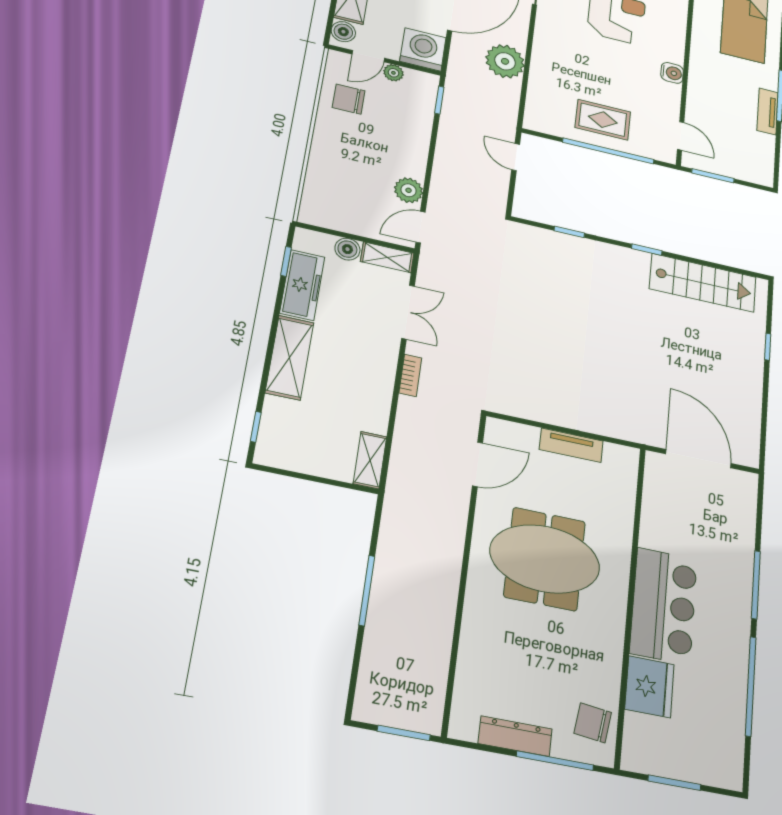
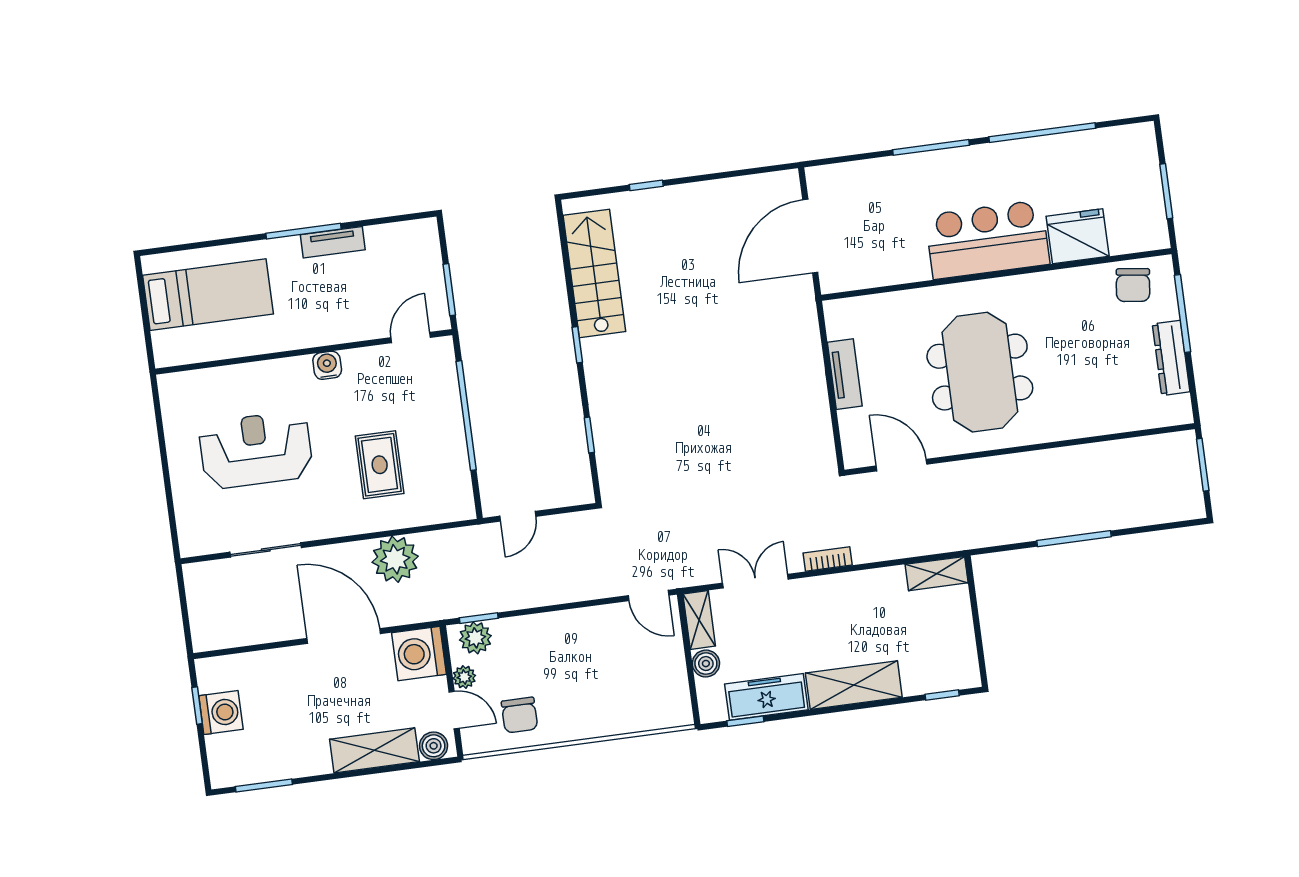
rug: (603, 120) -> (380, 465), moved
plant: (409, 190) -> (475, 638), moved

